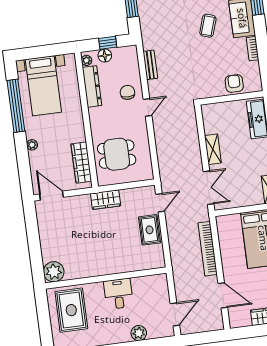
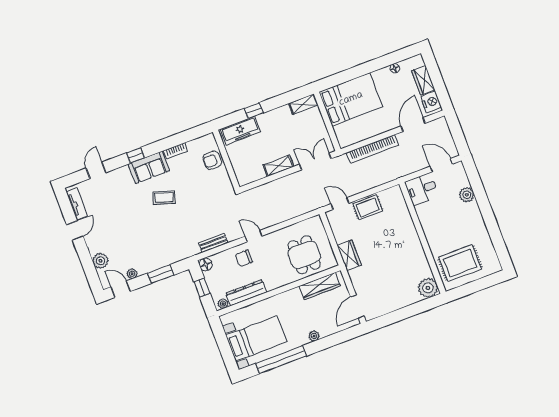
floor lamp: (105, 56) -> (206, 264), moved
desk: (118, 294) -> (422, 189), moved
nightstand: (241, 319) -> (431, 102), added

